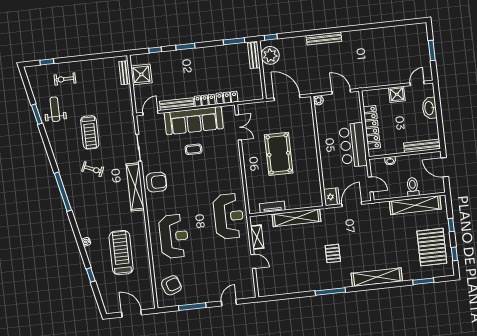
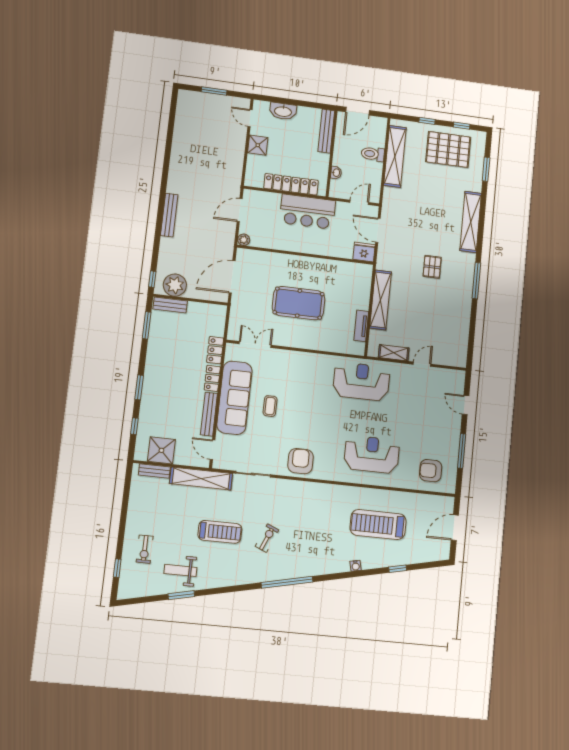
shelving: (135, 187) -> (201, 479), moved
pallet: (333, 253) -> (432, 267), turned 90
armchair: (171, 285) -> (431, 471), turned -71

